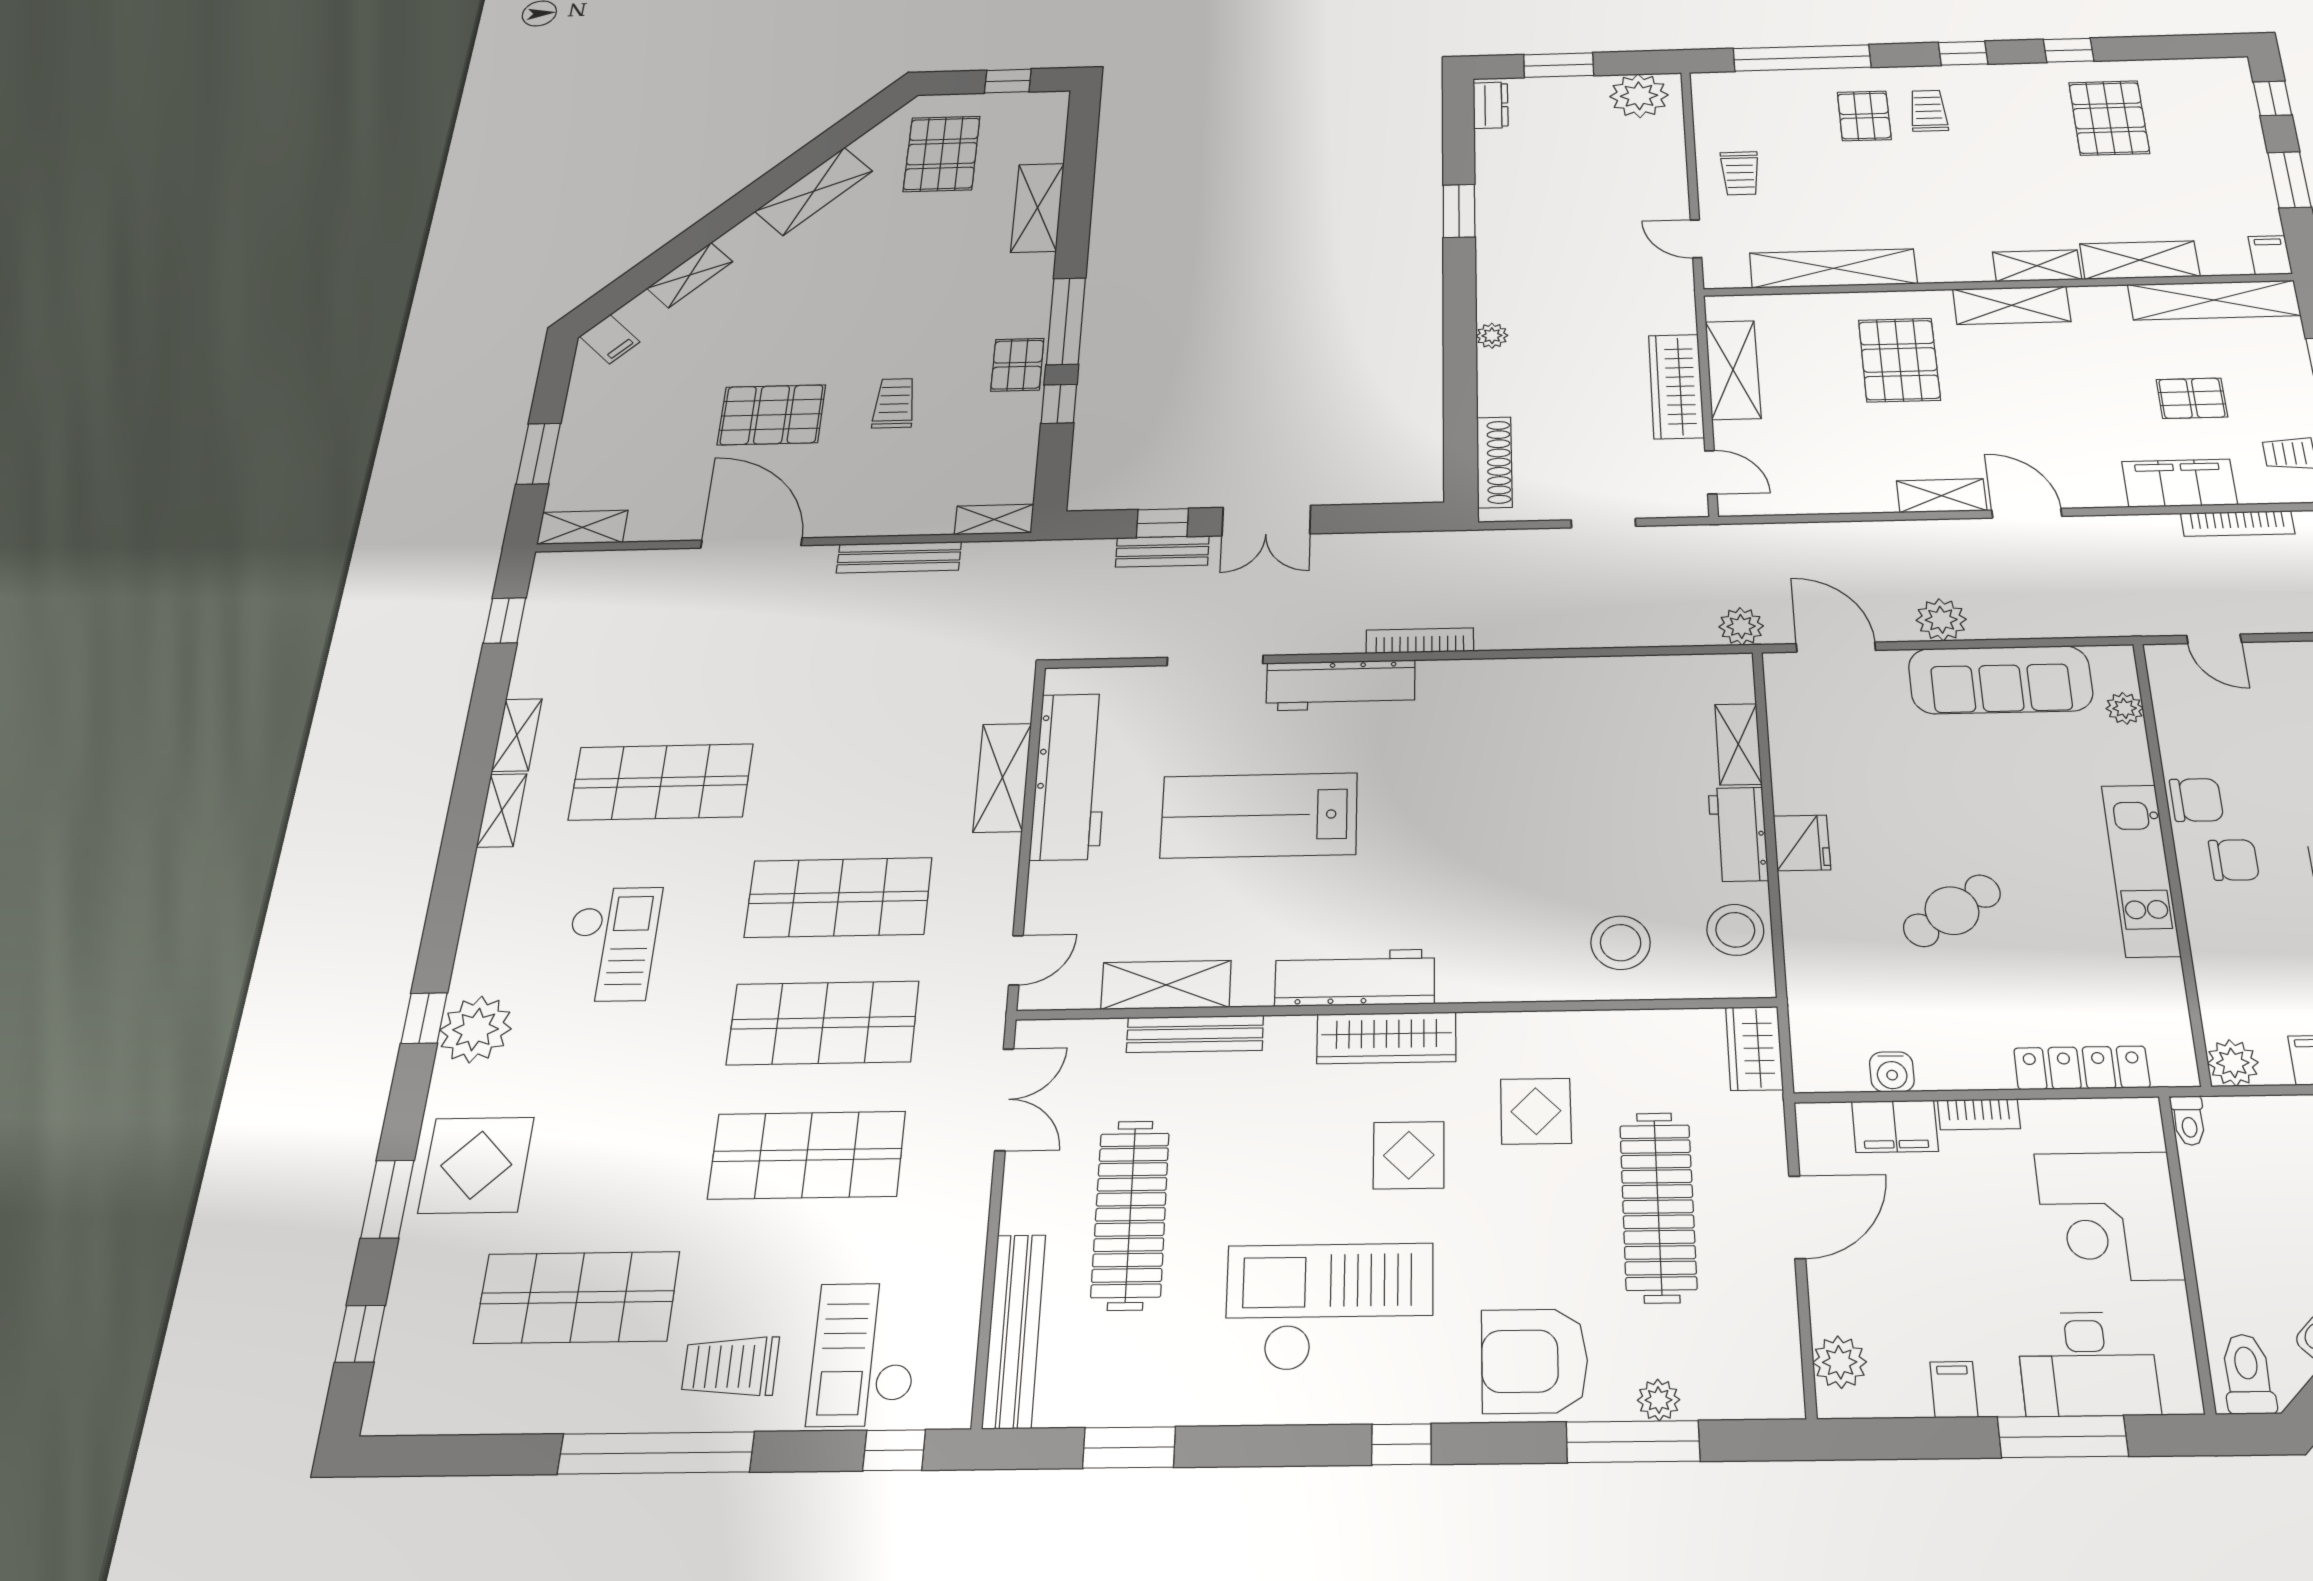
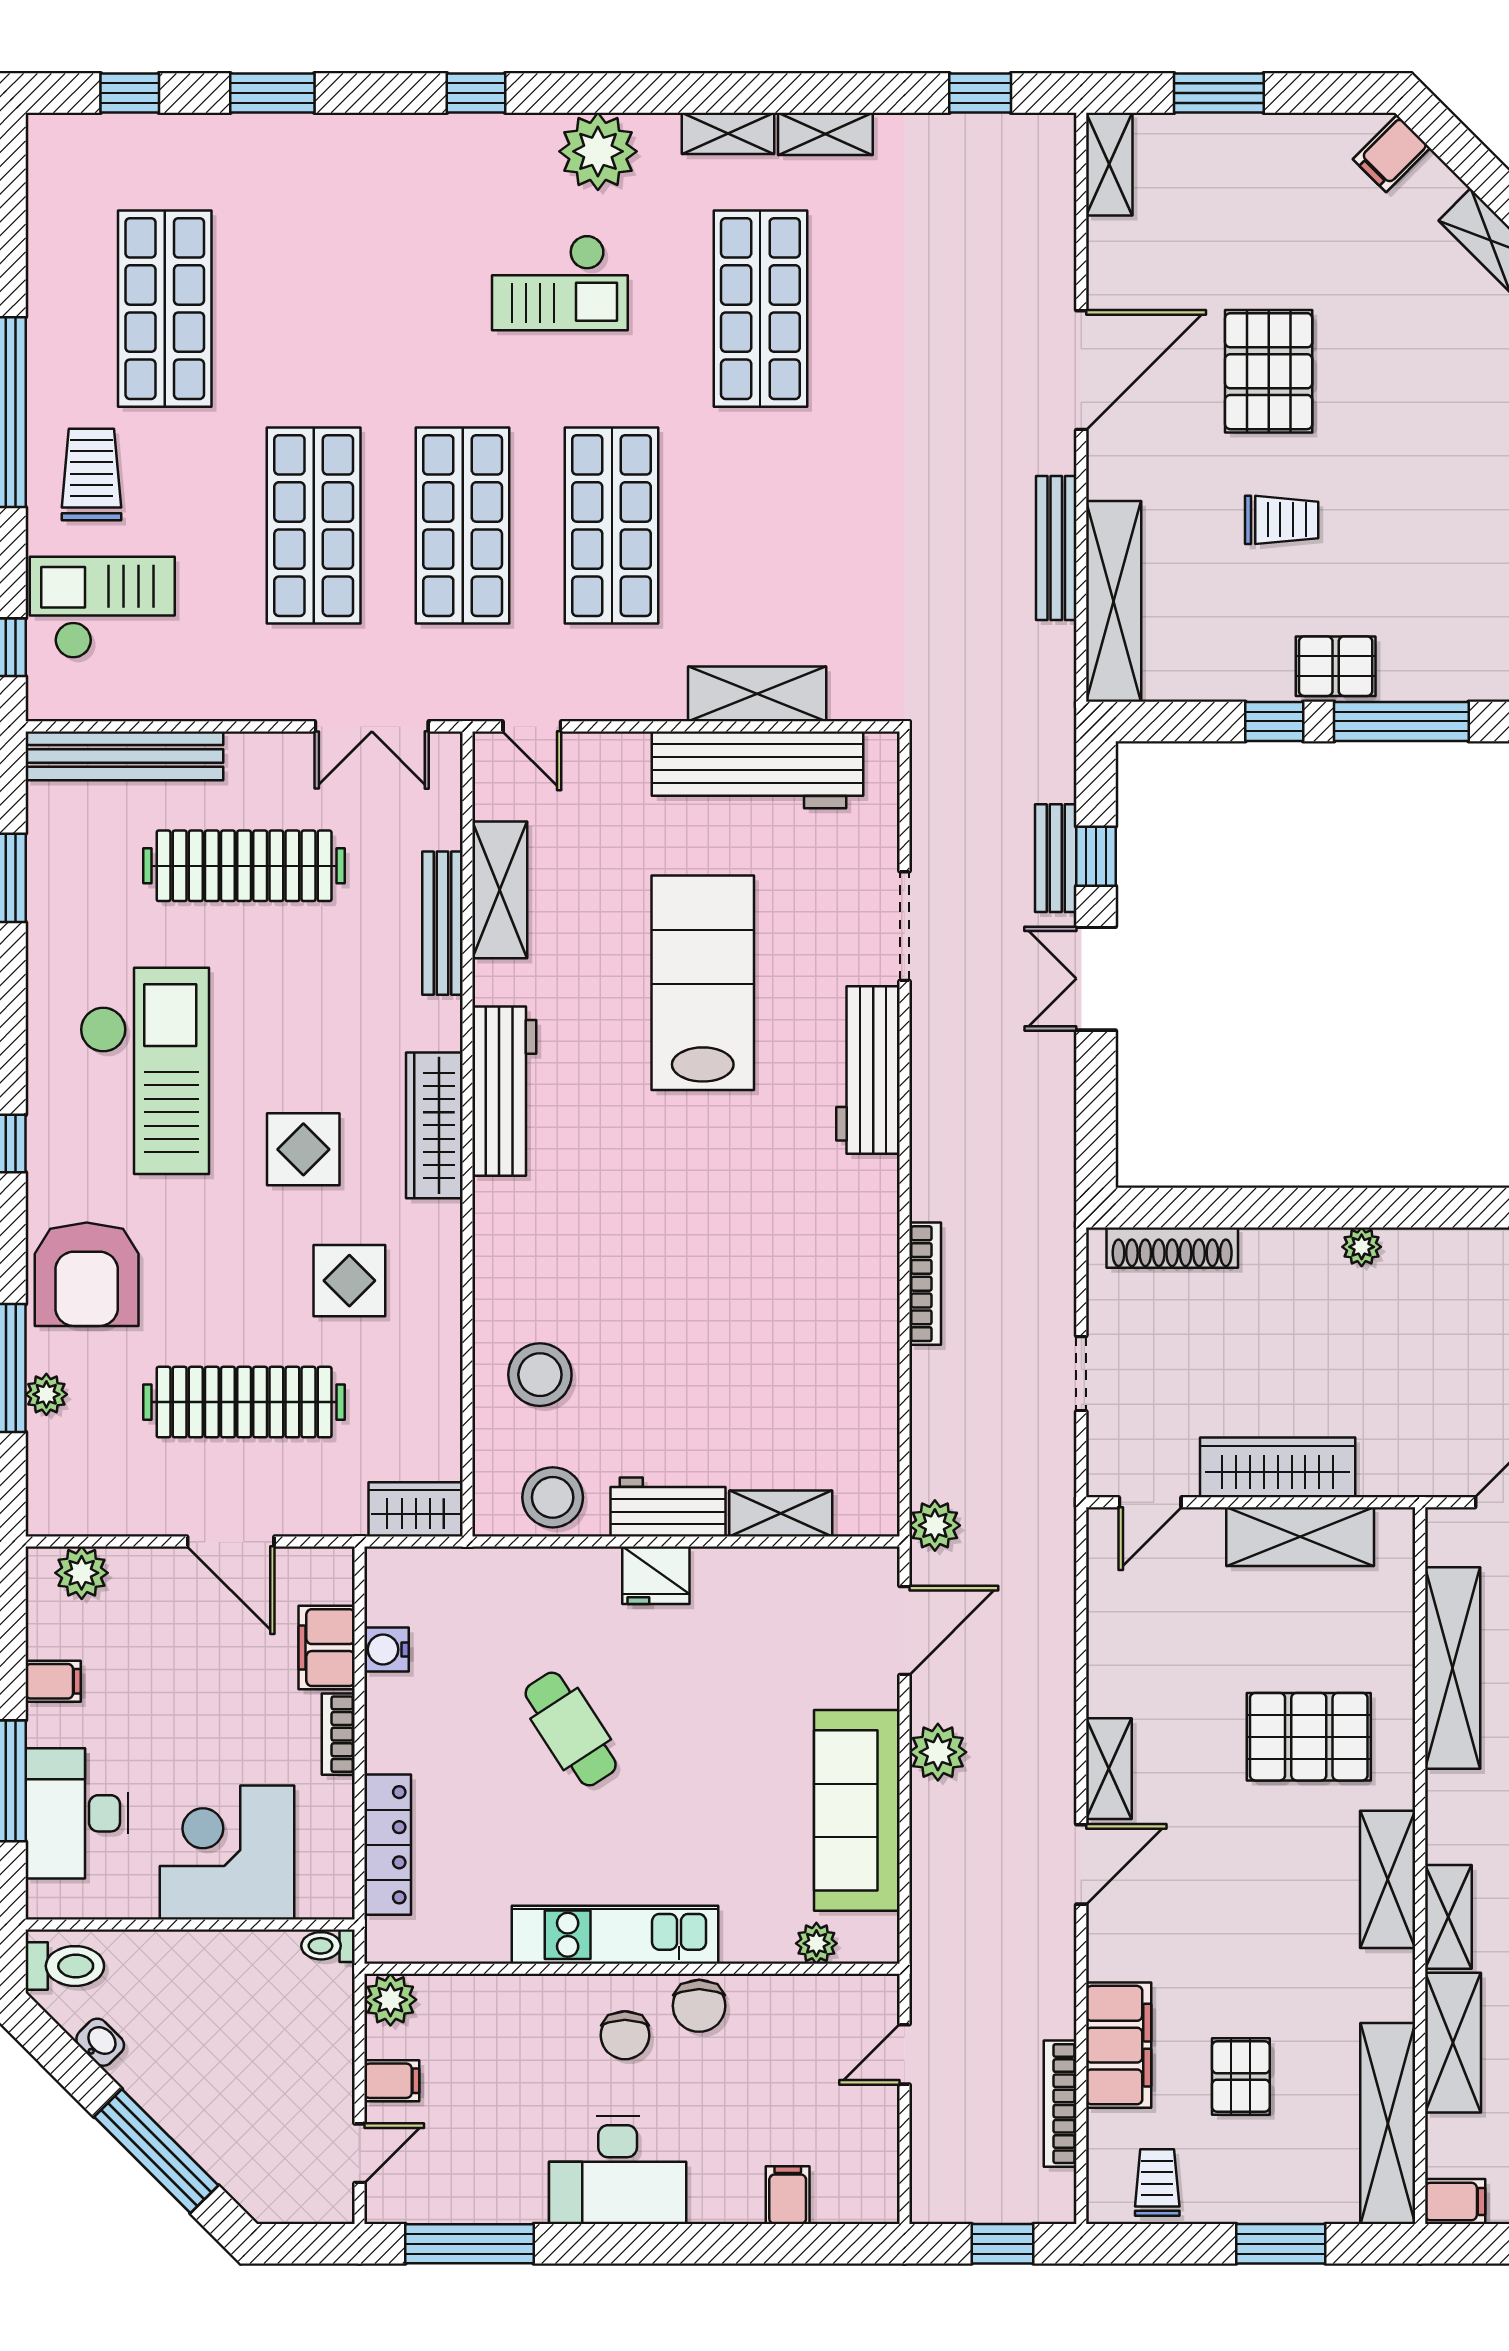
shelving: (994, 519) -> (1114, 601), width x2.20, depth x1.33
bookcase: (1420, 641) -> (925, 1284), moved
plant: (476, 1029) -> (598, 151), moved
display table: (476, 1165) -> (308, 180), removed
armchair: (1535, 1361) -> (87, 1274), turned 180

